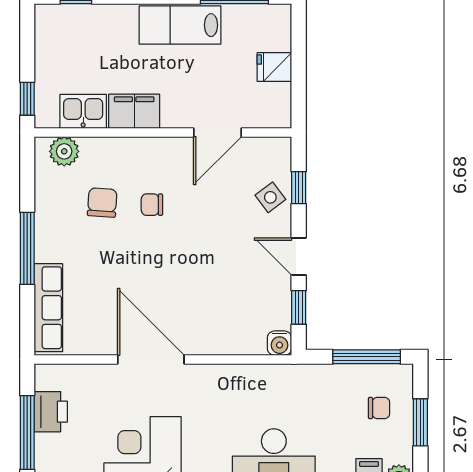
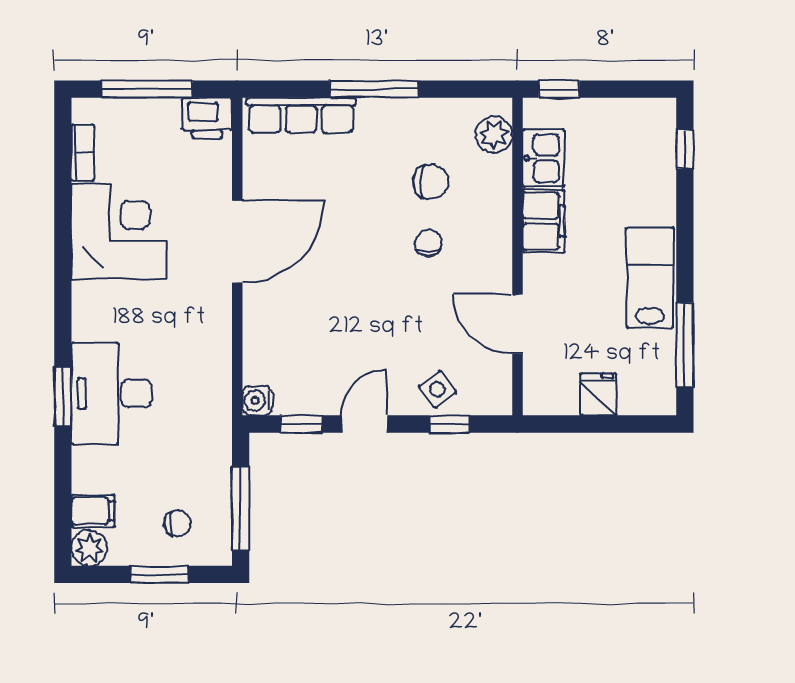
chair: (379, 408) -> (177, 523), turned -90
printer: (51, 412) -> (207, 118), moved

